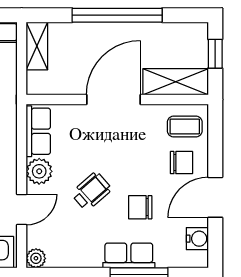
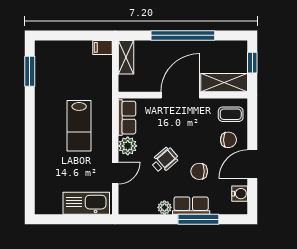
plant: (36, 258) -> (164, 207), moved

